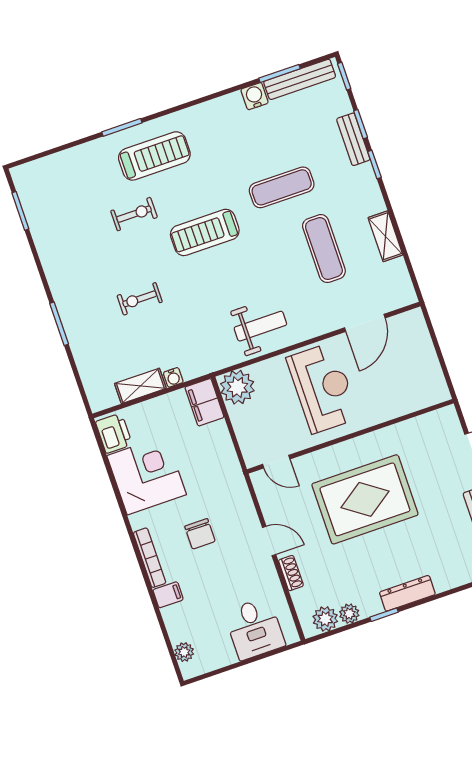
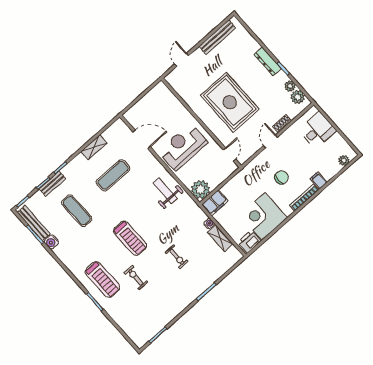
treadmill: (154, 156) -> (102, 279), turned 180
exercise mat: (282, 187) -> (77, 211), moved

